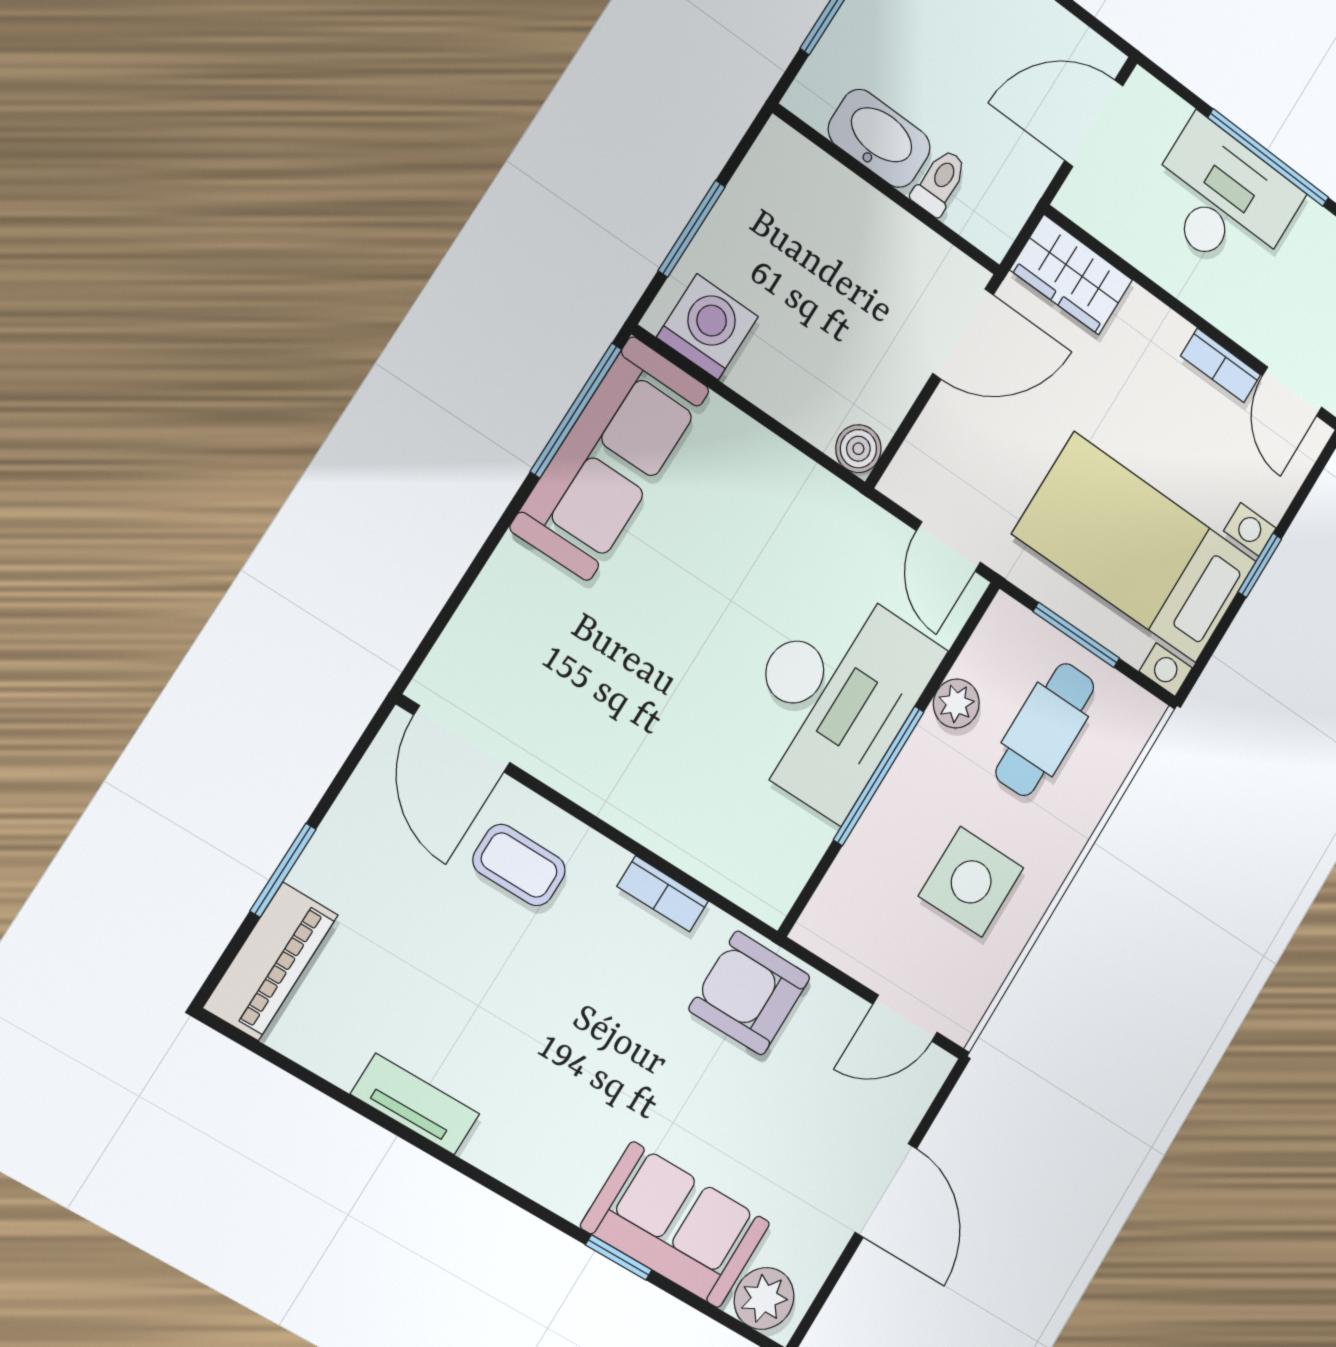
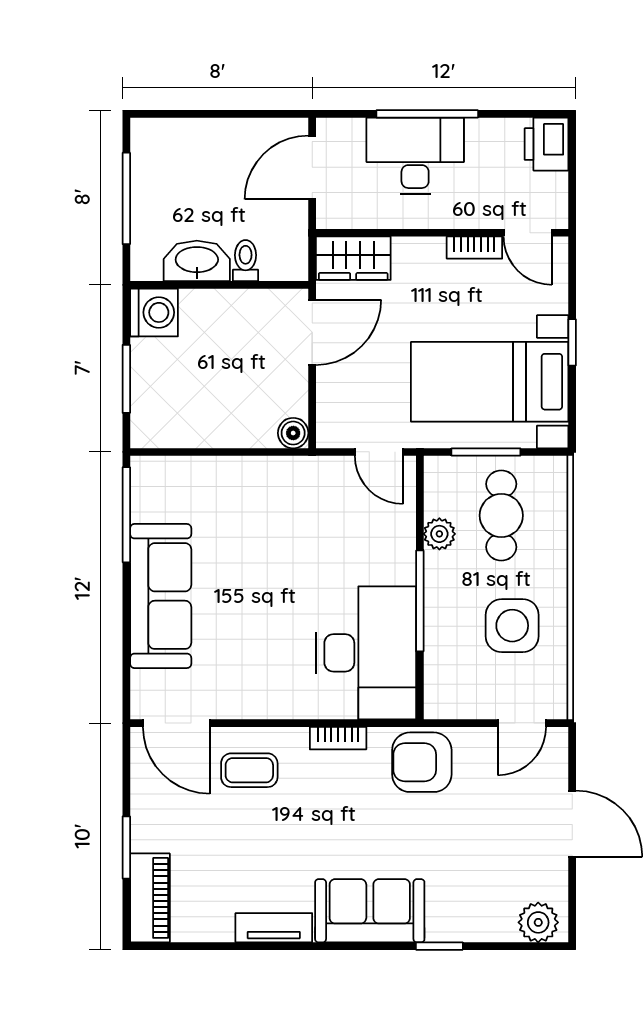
washing machine: (708, 327) -> (154, 312), moved, turned 90
sofa: (610, 459) -> (161, 596), moved
desk: (833, 698) -> (366, 653), moved
sofa: (676, 1225) -> (370, 911), moved

